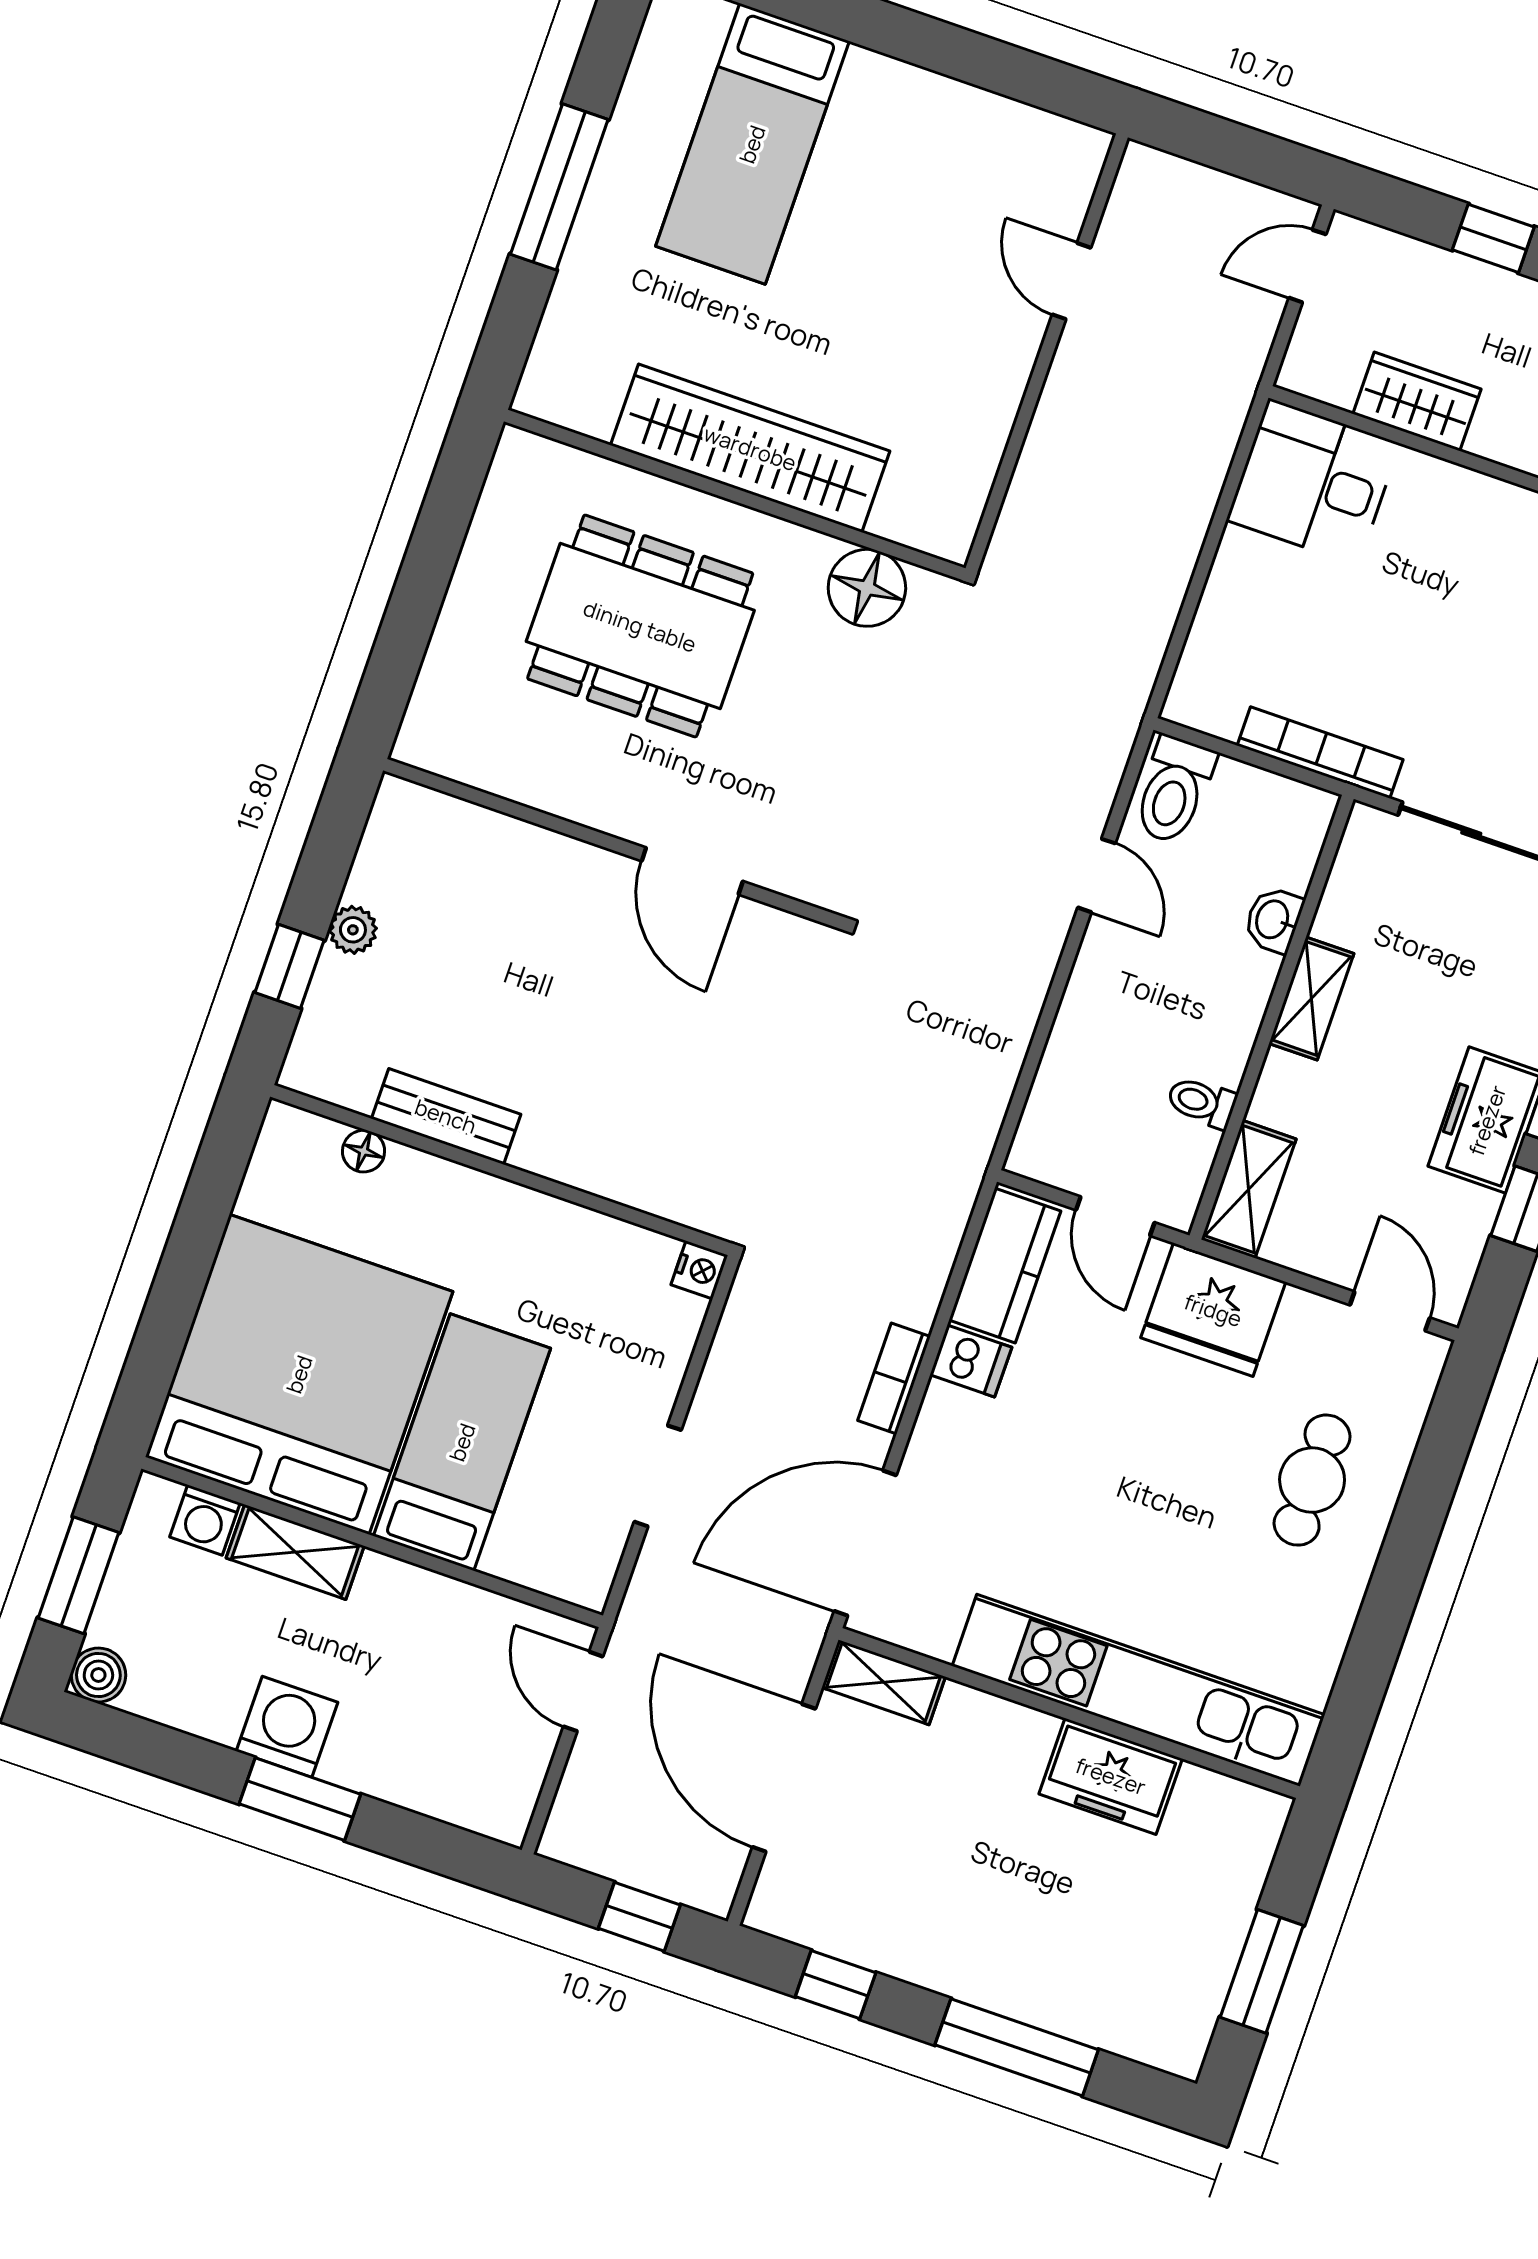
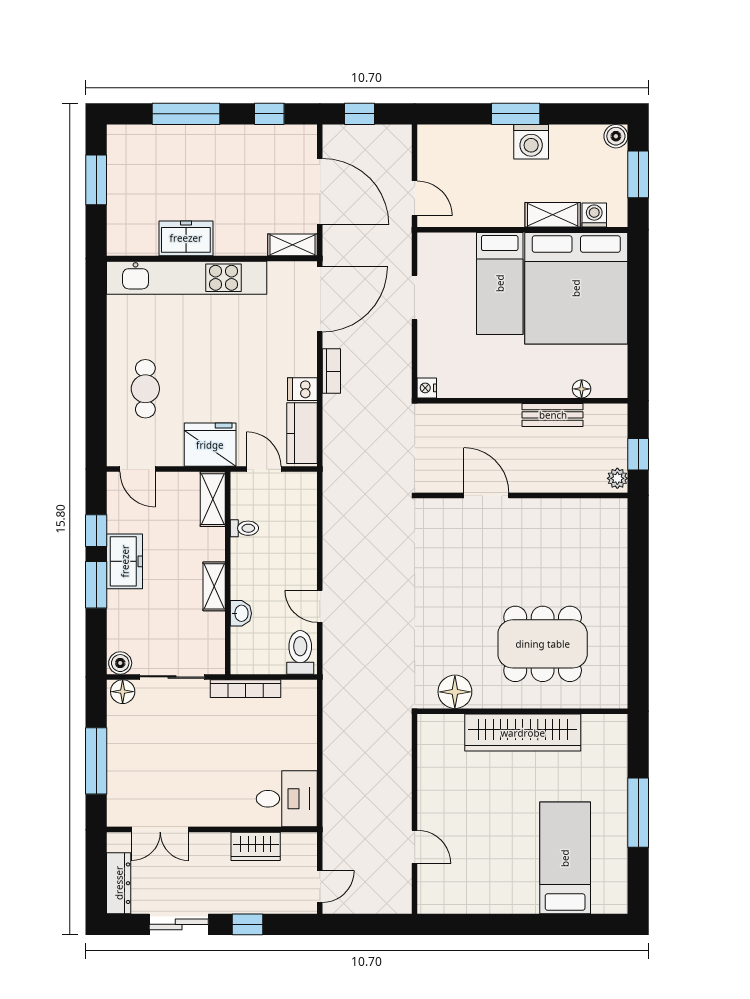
wall: (614, 844) -> (522, 495), moved
door: (692, 871) -> (486, 495), moved

